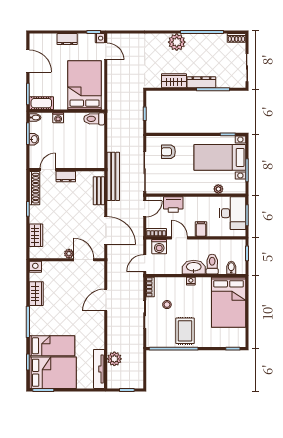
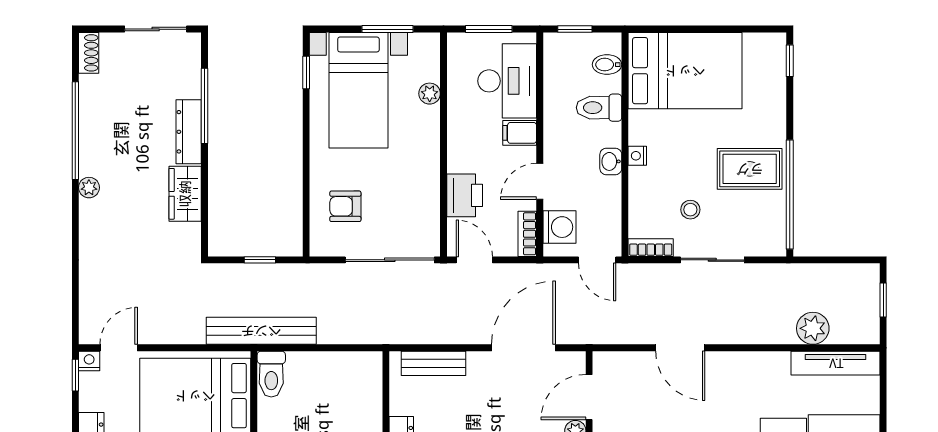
plant: (177, 42) -> (89, 188), width x0.53, depth x0.53
armchair: (168, 152) -> (345, 206), turned 90
bench: (113, 176) -> (261, 331), moved
desk: (233, 213) -> (507, 81), moved, turned 90
washbasin: (194, 267) -> (611, 161), width x0.52, depth x0.69

